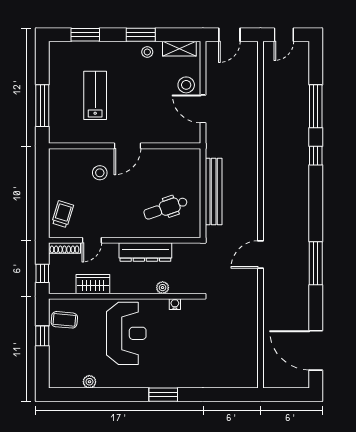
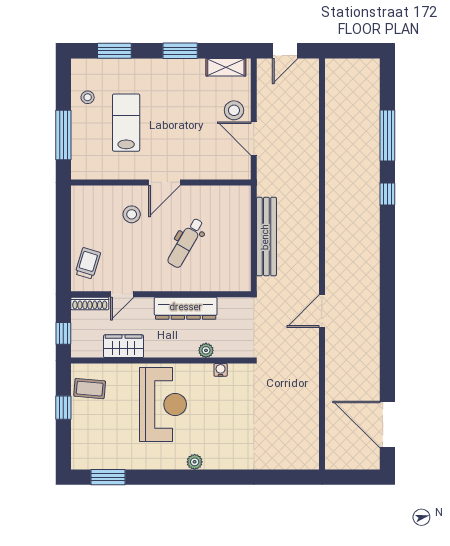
door: (284, 35) -> (350, 51), removed
stool: (147, 52) -> (88, 97), moved
dental chair: (166, 208) -> (186, 243), moved, turned -41
window: (316, 263) -> (387, 322), removed
plant: (89, 382) -> (195, 462), moved
window: (163, 395) -> (108, 477), moved

